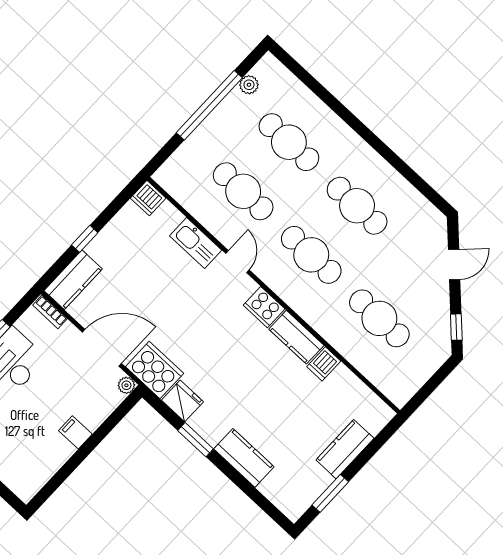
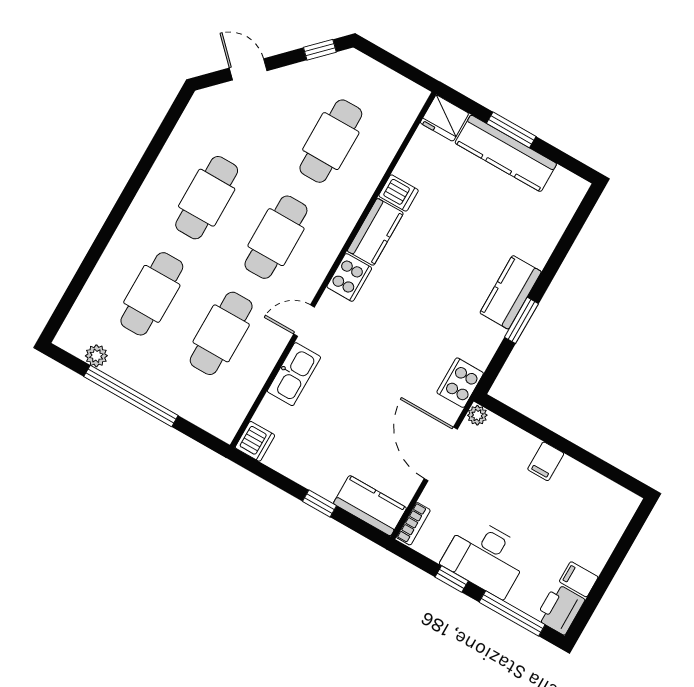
cooker: (155, 370) -> (460, 383), width x0.73, depth x0.76
fridge: (182, 401) -> (444, 118), moved, turned -90
kitchen counter: (345, 449) -> (506, 153), width x1.50
kitchen counter: (244, 458) -> (511, 292), moved
window: (330, 493) -> (511, 130), moved

